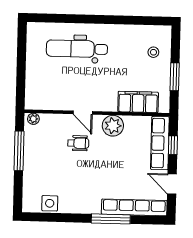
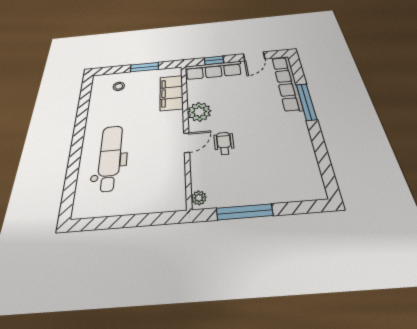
dental chair: (77, 49) -> (110, 157), turned 180
side table: (50, 203) -> (306, 166), removed

